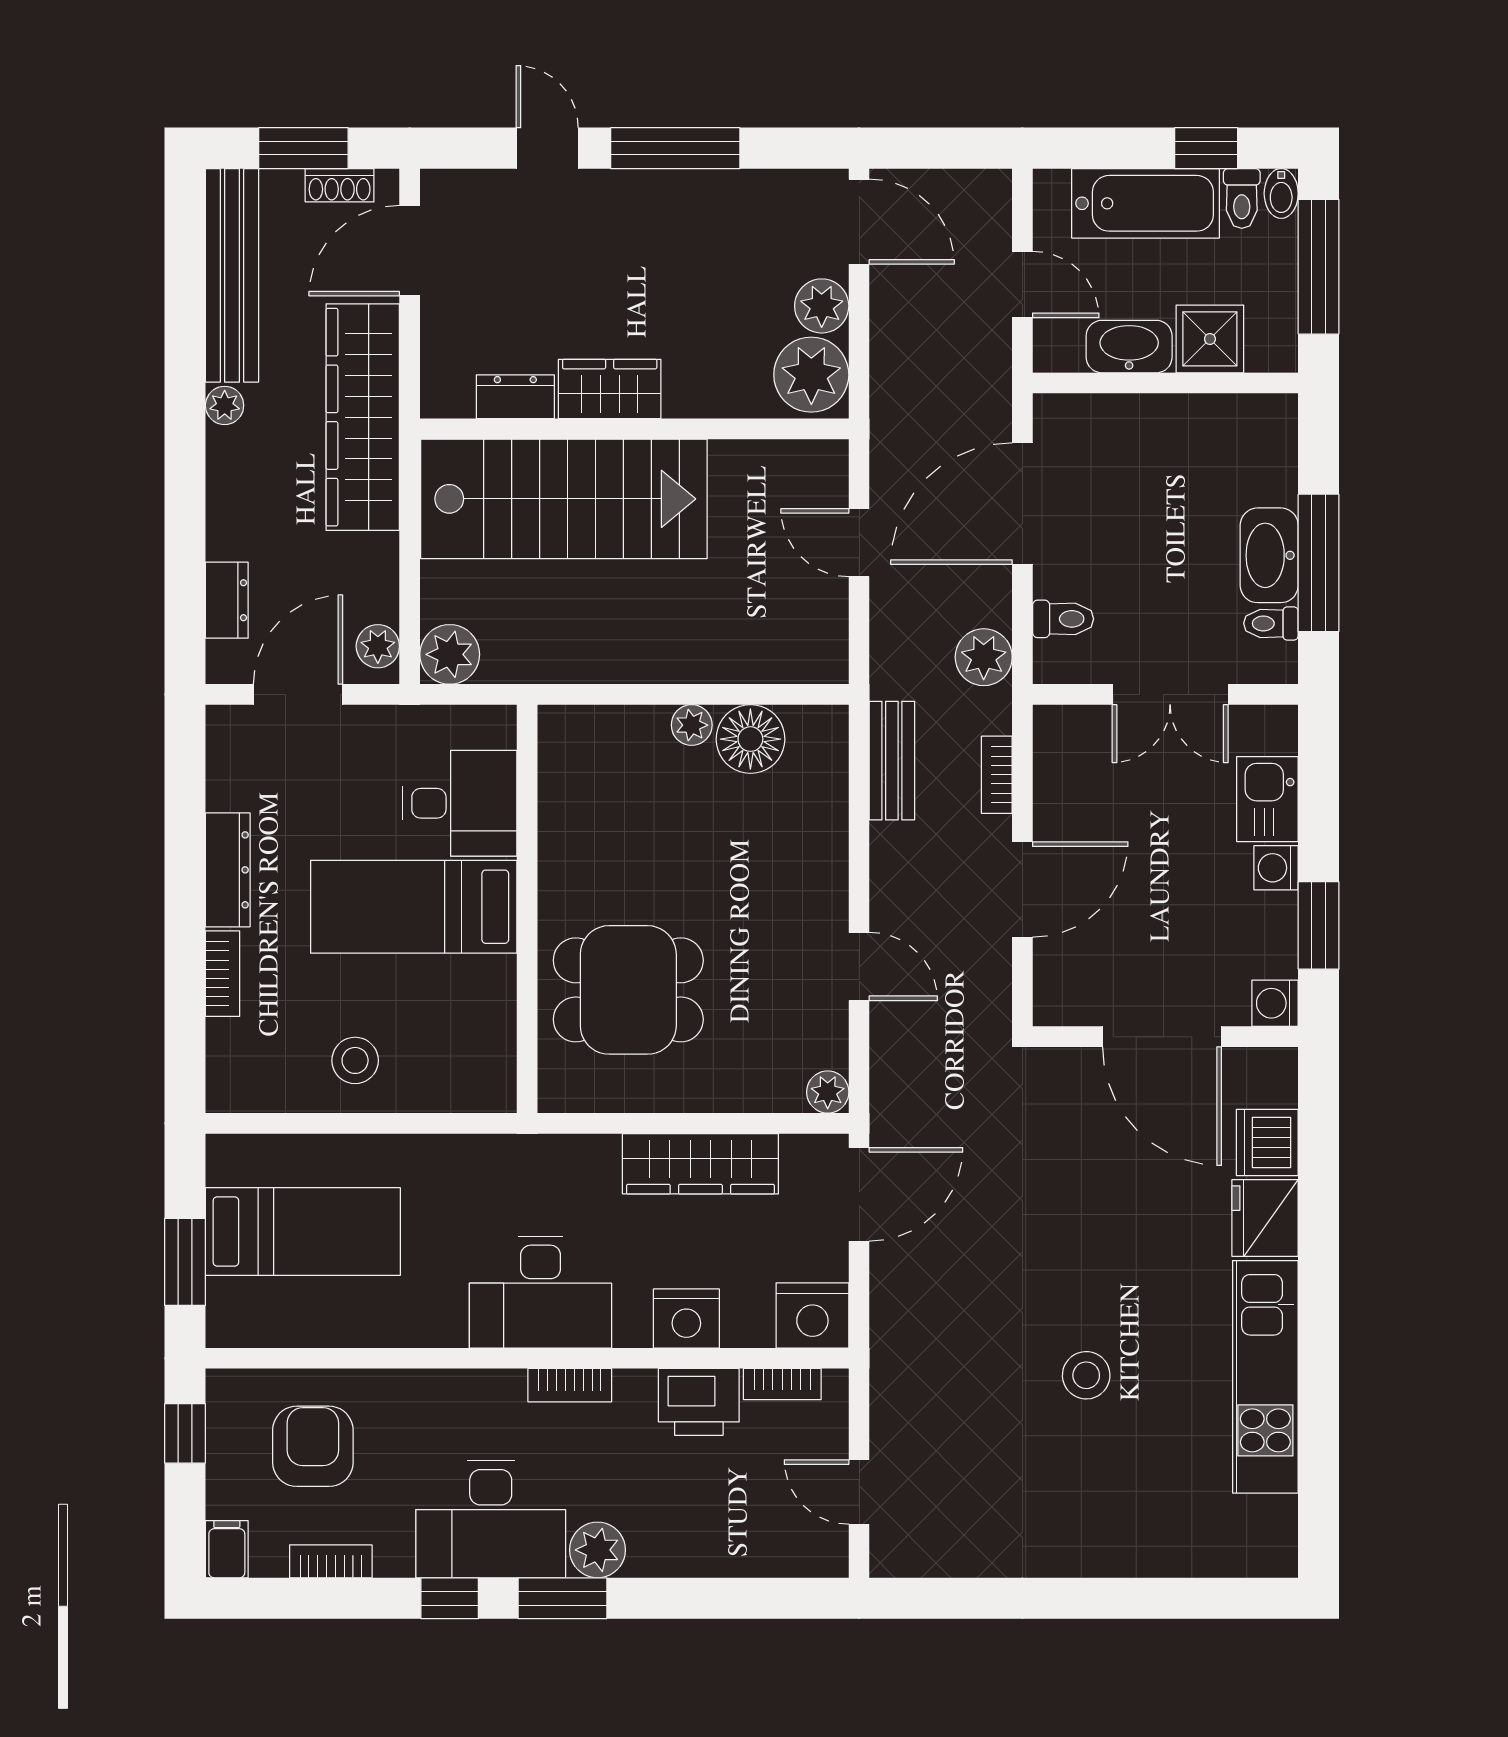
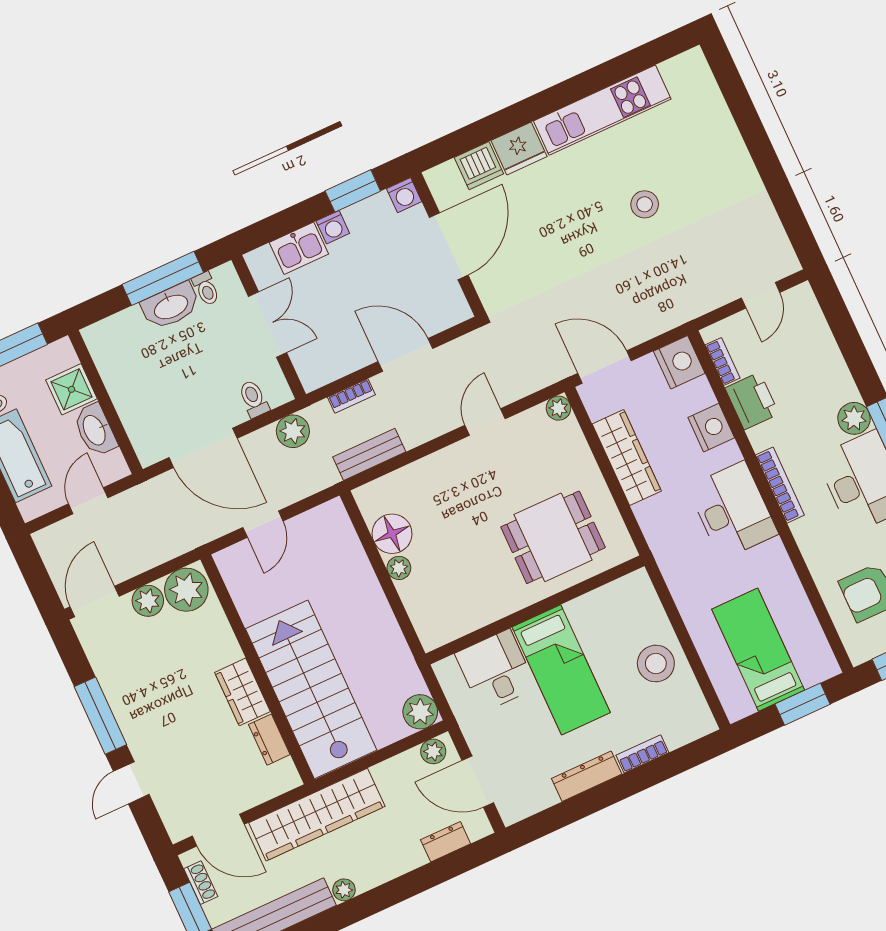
dining table: (628, 990) -> (553, 537), turned 90
stool: (355, 1060) -> (656, 664), width x1.38, depth x1.38
bookcase: (570, 1385) -> (780, 485), width x1.56

